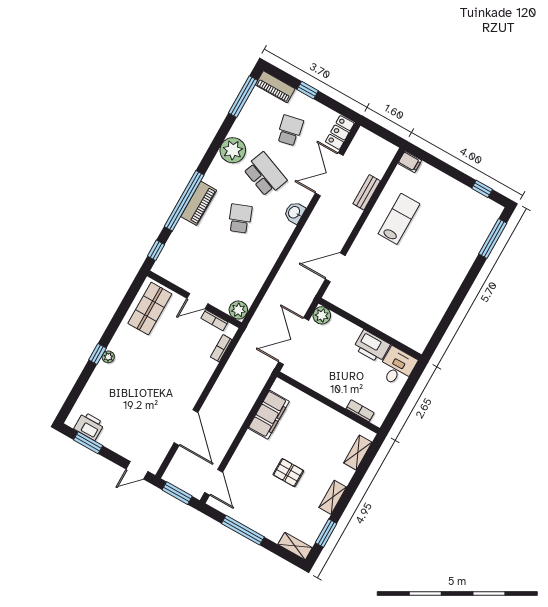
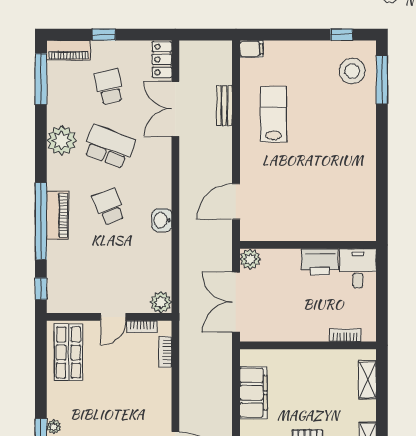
washbasin: (295, 212) -> (162, 220), moved
stool: (475, 220) -> (352, 71), added

